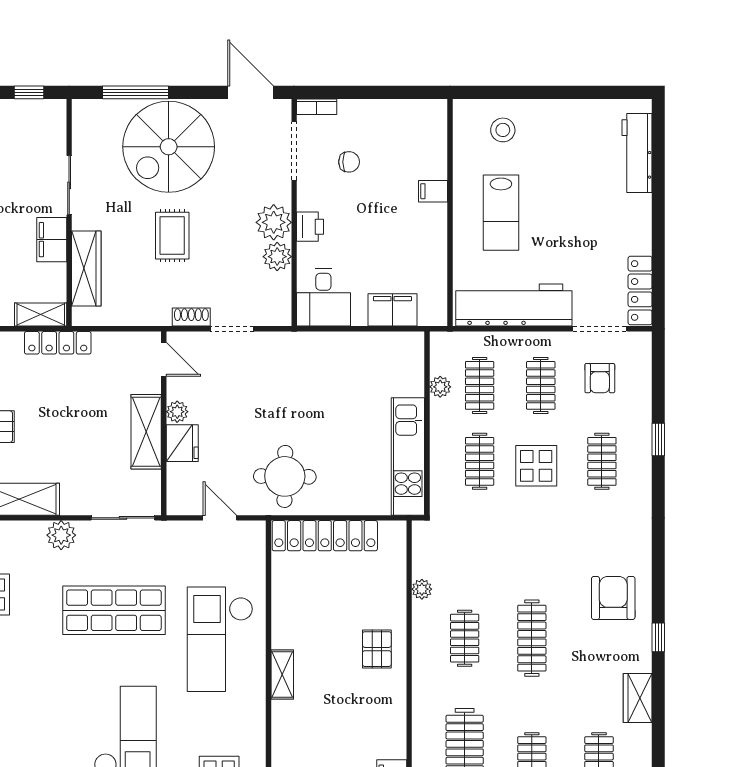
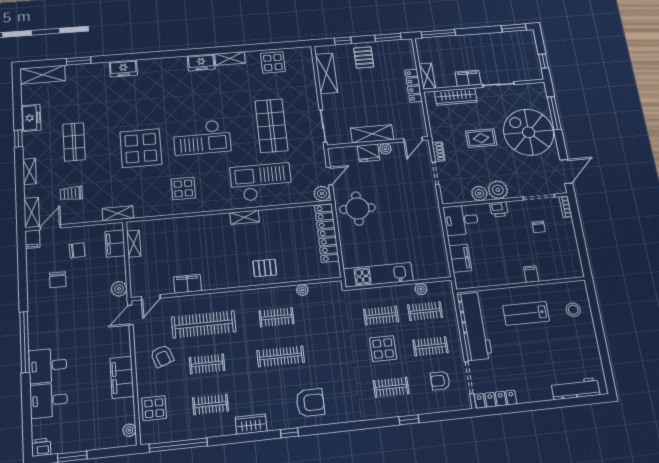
plant: (61, 535) -> (322, 194), moved

